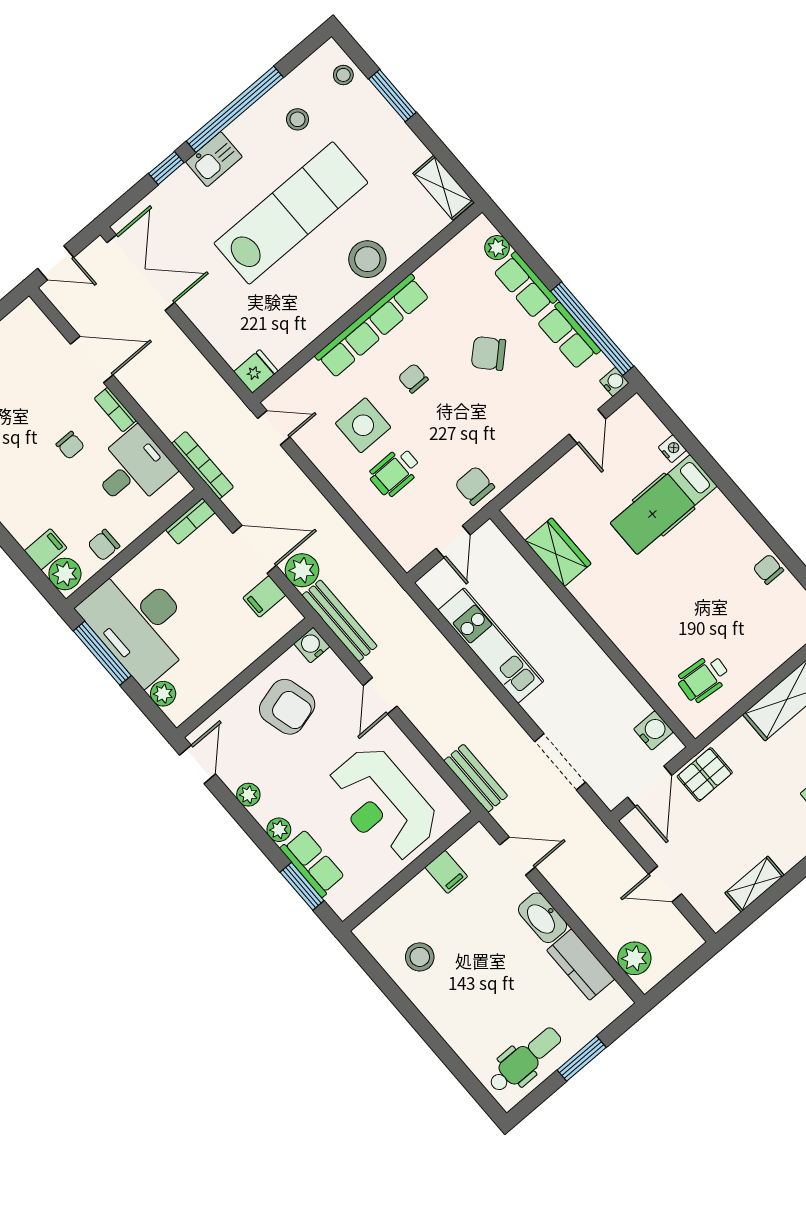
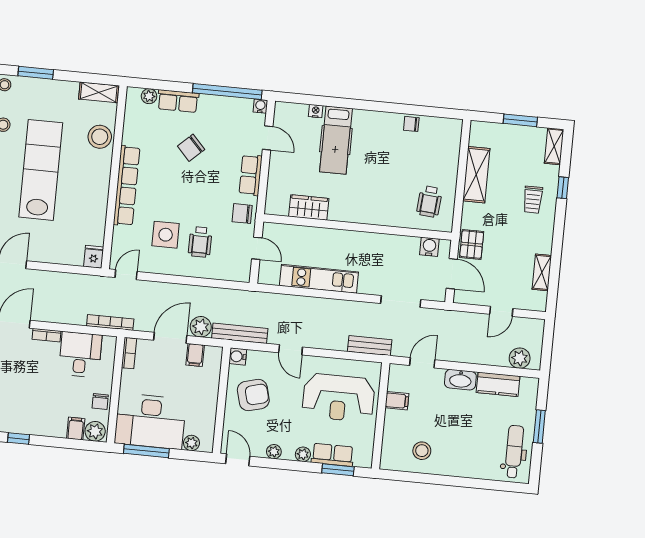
stool: (367, 259) -> (100, 137), moved
row of seats: (569, 336) -> (251, 175), moved, turned 90
chair: (413, 378) -> (168, 192), removed
chair: (70, 445) -> (42, 371), removed

